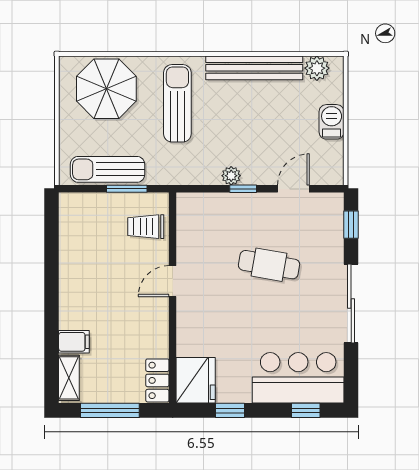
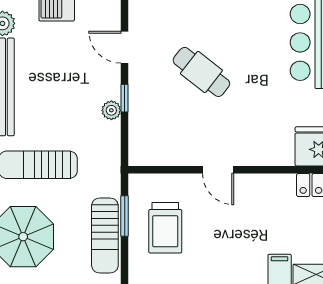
trolley: (146, 227) -> (165, 228), moved, width x1.36, depth x1.39
cafe table: (269, 265) -> (201, 72), turned -62

